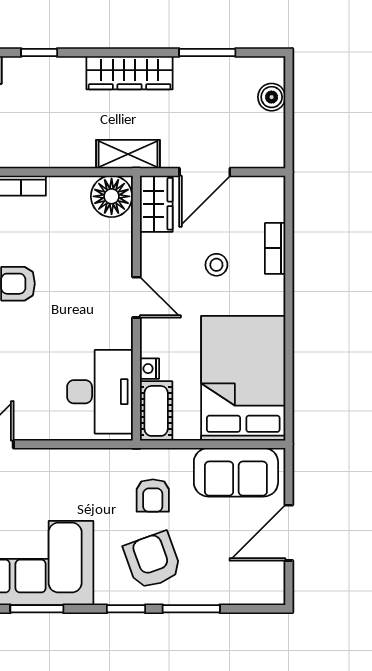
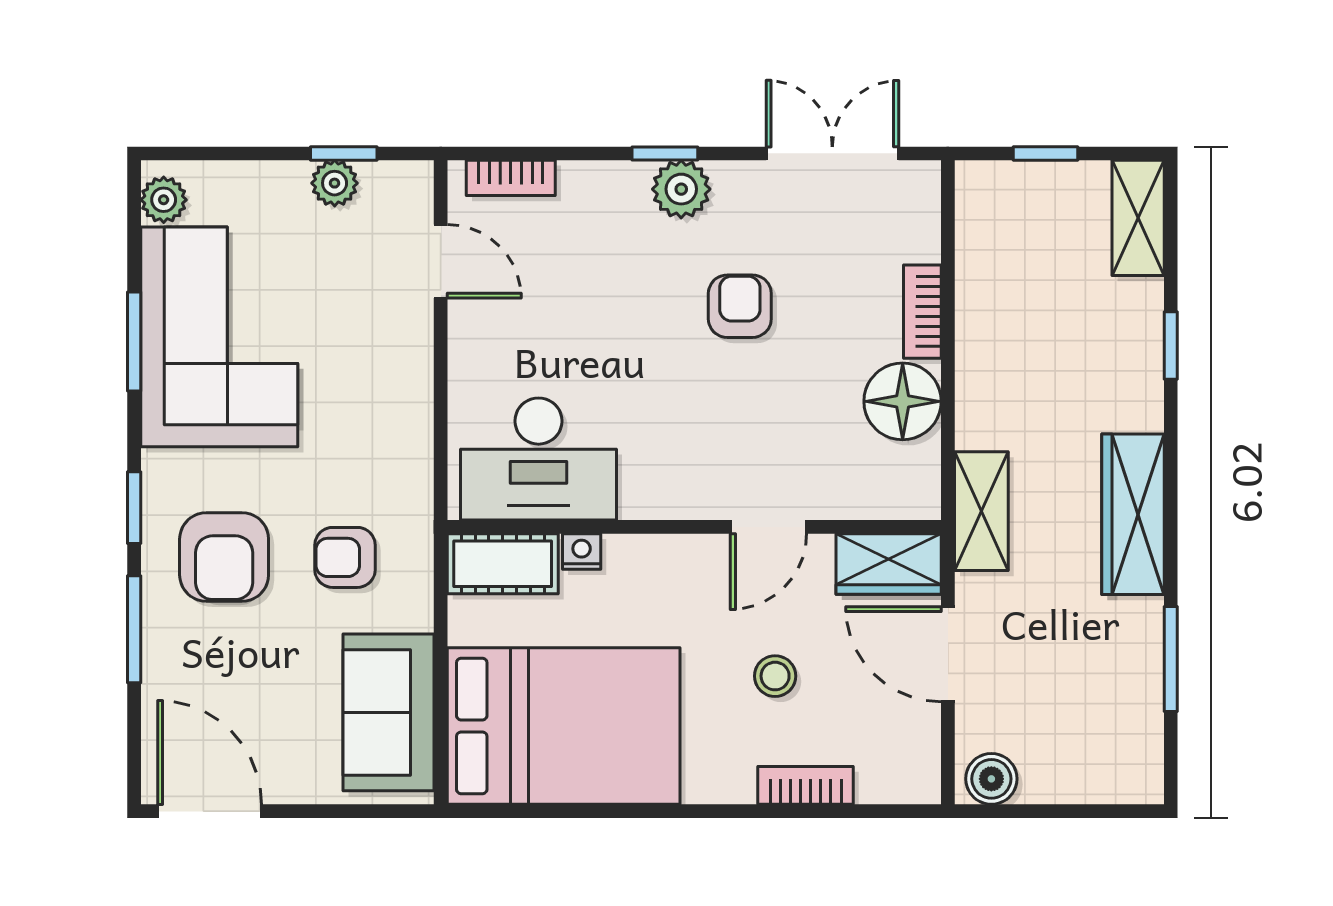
boiler: (272, 97) -> (991, 779), moved
floor lamp: (112, 196) -> (903, 401), moved
door: (136, 297) -> (768, 527), moved
door: (289, 533) -> (210, 811), moved
armchair: (153, 560) -> (224, 557), turned 110

